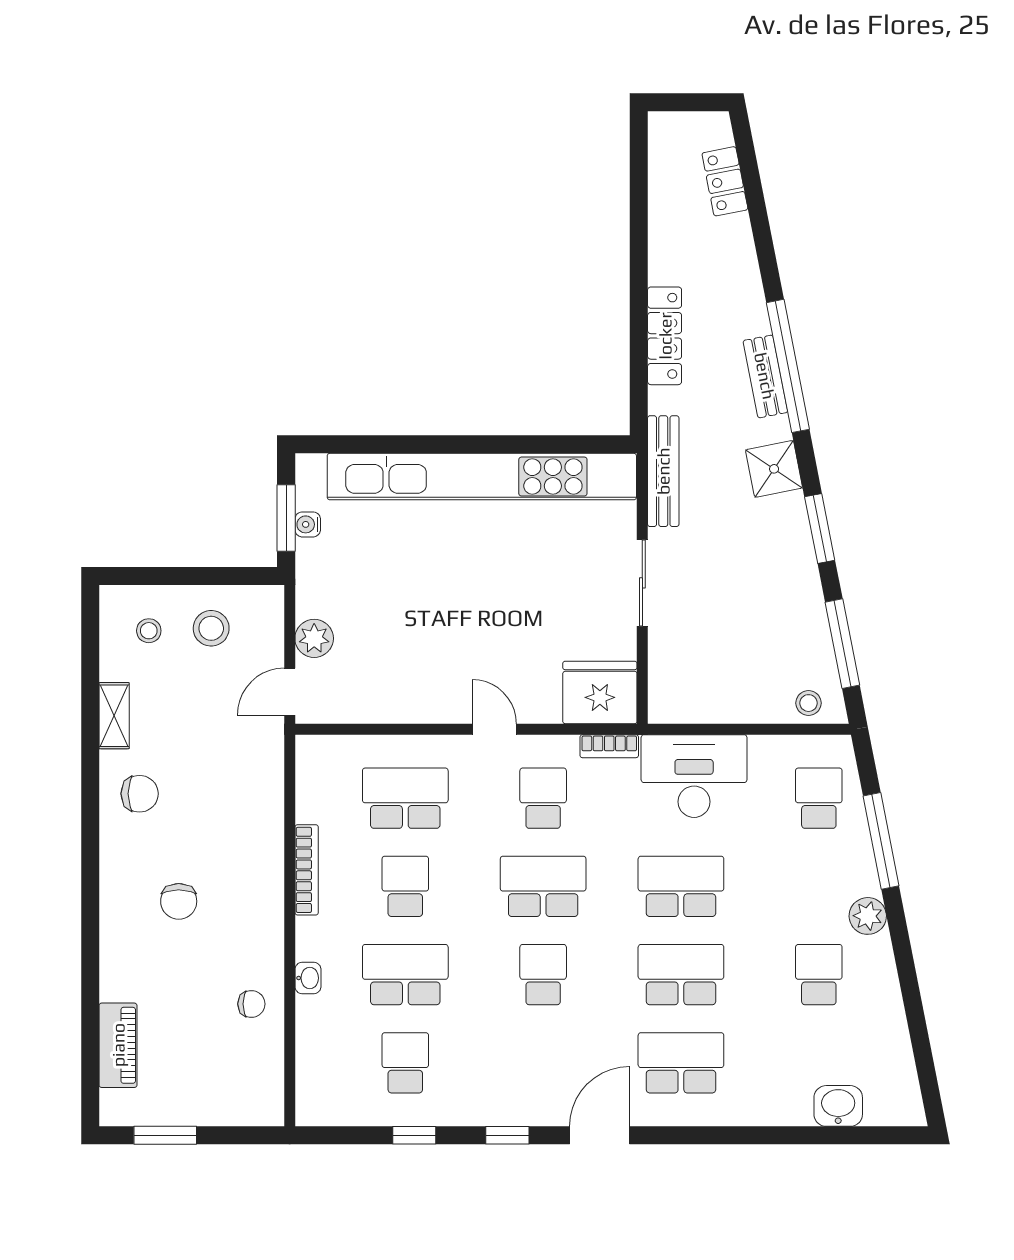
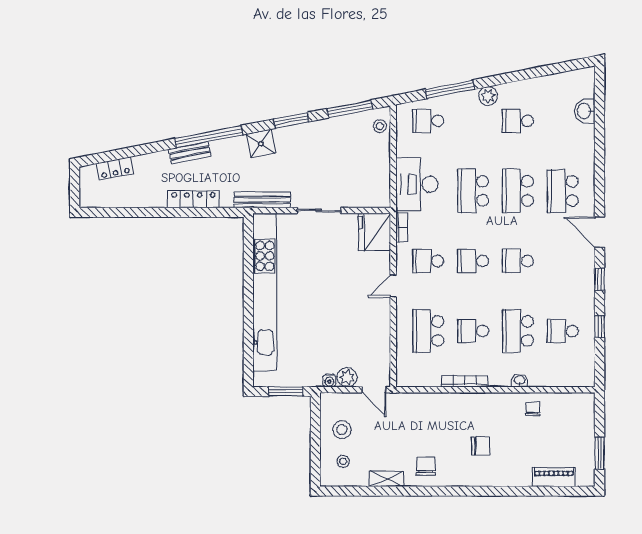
bench: (765, 376) -> (190, 153), moved
water cooler: (308, 524) -> (329, 381), moved
school desk: (543, 886) -> (473, 261), width x0.54

